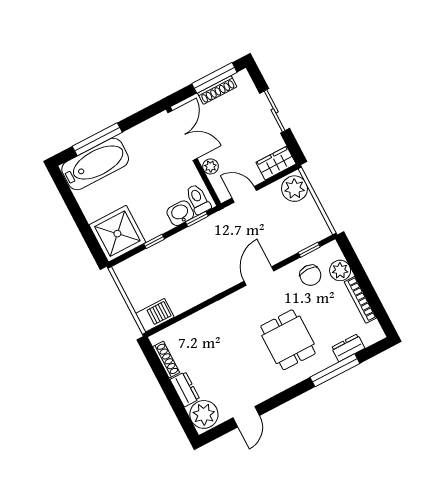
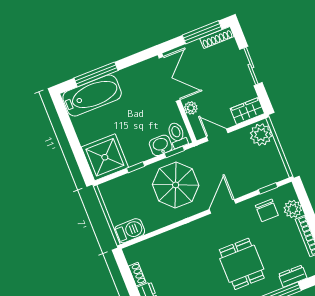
shoe rack: (217, 90) -> (217, 38), moved
parasol: (202, 257) -> (176, 185), added
shoe rack: (166, 360) -> (137, 274), width x0.70

